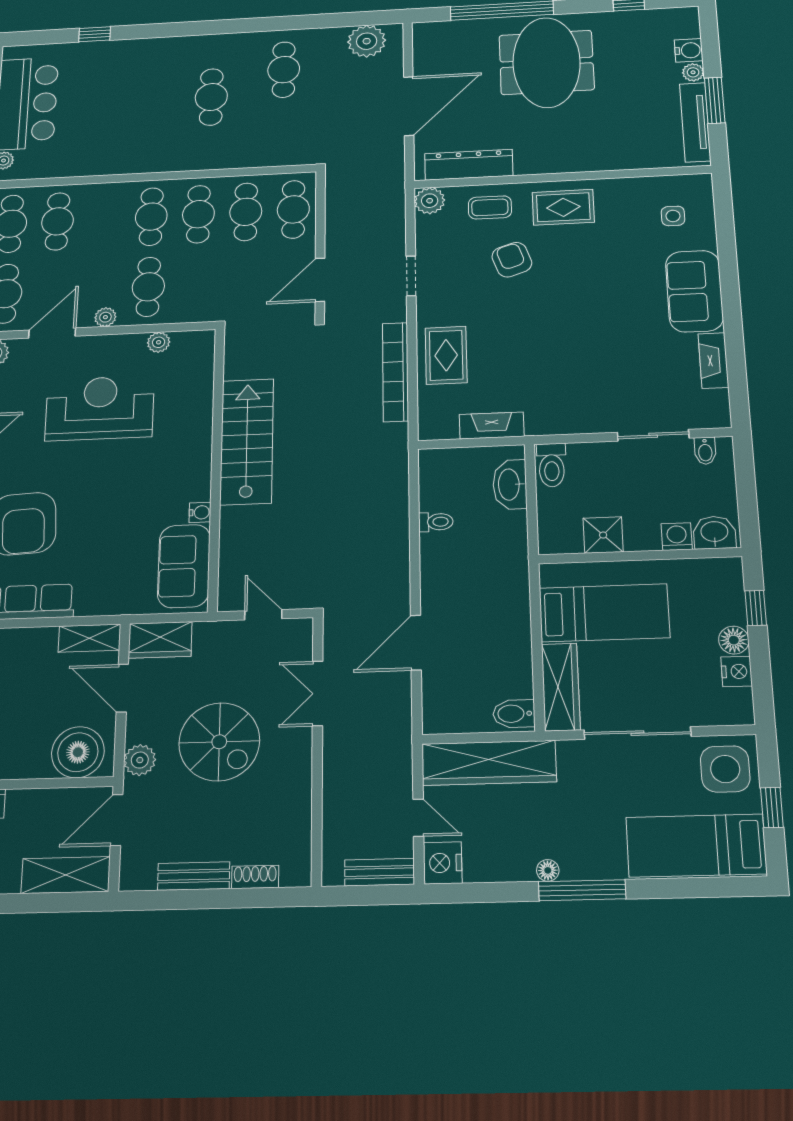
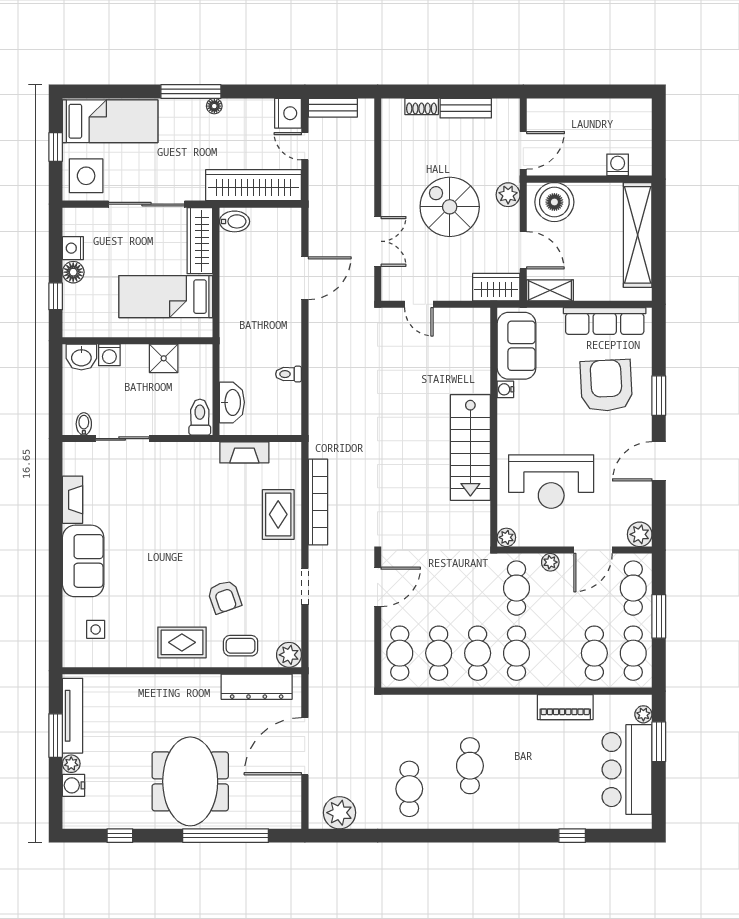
piano: (96, 163) -> (565, 707), added
stairs: (247, 441) -> (470, 448), moved
wall: (216, 467) -> (494, 427), moved
water cooler: (200, 512) -> (505, 389), moved
sofa: (184, 566) -> (517, 346), moved
shelving: (66, 875) -> (559, 111), removed

